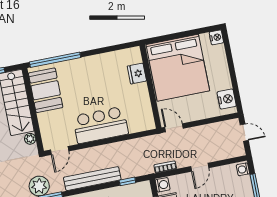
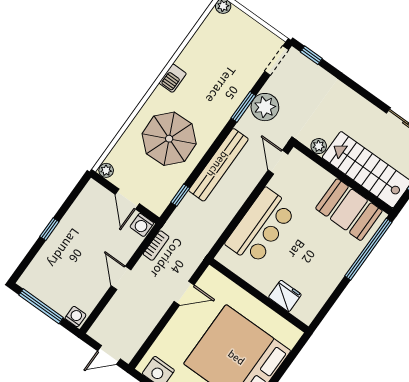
fridge: (137, 74) -> (285, 296), moved
wall: (150, 87) -> (259, 296), moved

